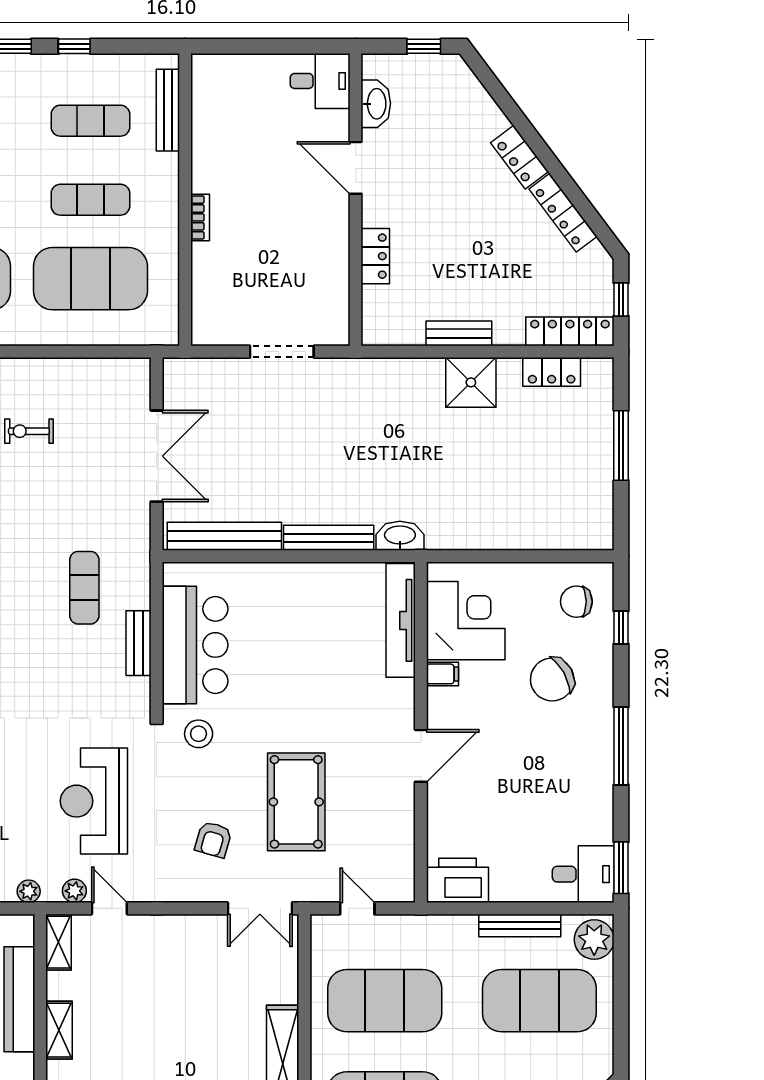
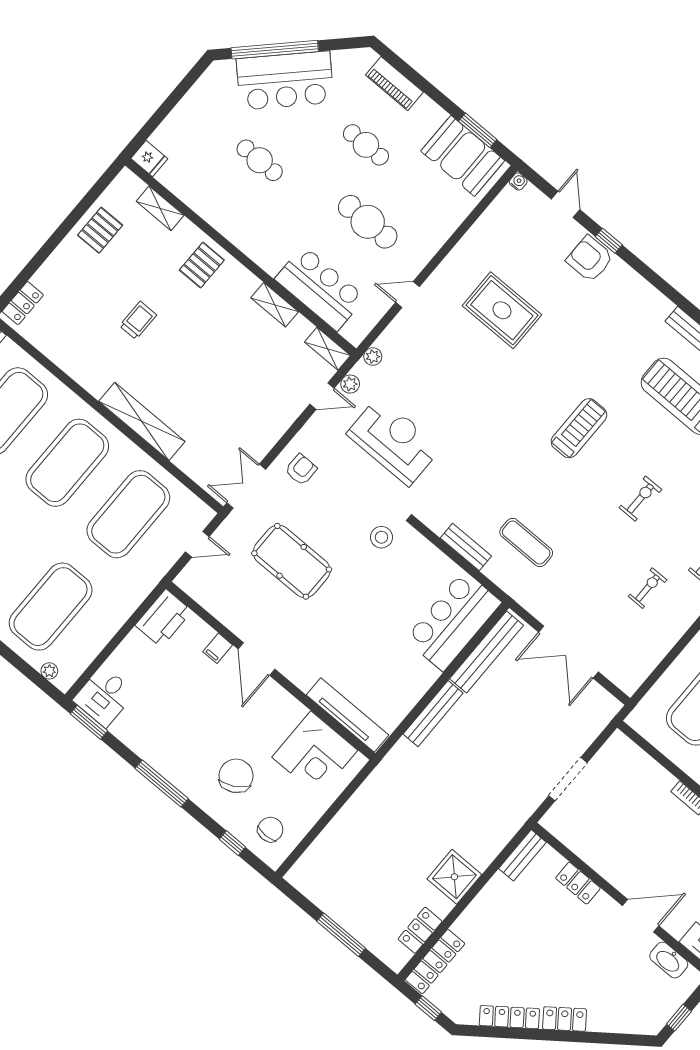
bench: (459, 333) -> (522, 855), moved
washbasin: (400, 536) -> (398, 757), removed
bar counter: (195, 645) -> (453, 621), moved, turned 90
filing cabinet: (442, 674) -> (218, 648), moved
armchair: (213, 839) -> (301, 470), moved, turned 74
bench: (520, 925) -> (105, 633), removed
plant: (594, 940) -> (49, 671), width x0.53, depth x0.53

